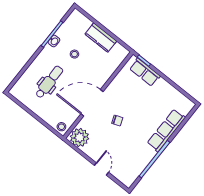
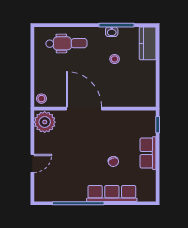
kitchen counter: (101, 38) -> (148, 43), moved
row of seats: (145, 72) -> (148, 153), moved
dental chair: (49, 82) -> (66, 43), moved
chair: (117, 120) -> (113, 161), moved

